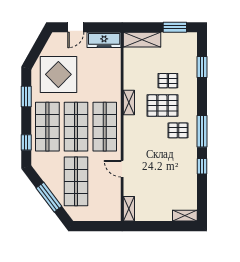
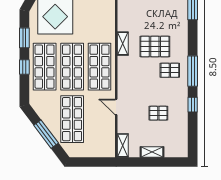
pallet: (168, 81) -> (158, 113), moved
window: (26, 142) -> (24, 67), moved
shelving: (185, 216) -> (152, 152), moved

